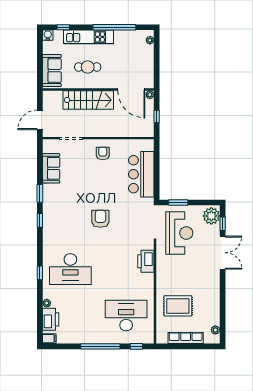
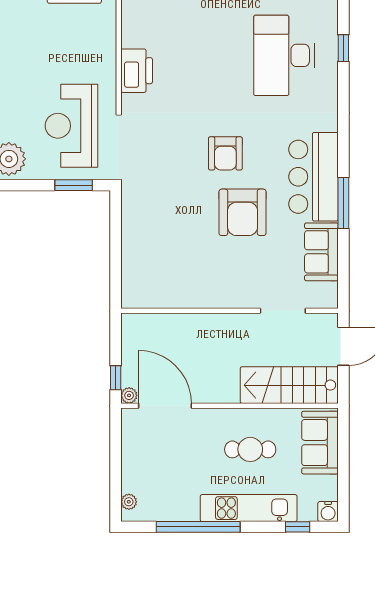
stairs: (88, 100) -> (289, 385), moved
window: (157, 117) -> (116, 378), moved
armchair: (103, 153) -> (243, 212), moved, width x1.88, depth x1.88
bar counter: (141, 174) -> (313, 177), moved, turned 180
window: (40, 193) -> (343, 203), width x1.44
window: (40, 220) -> (343, 150), removed
desk: (70, 269) -> (284, 55), turned -90

